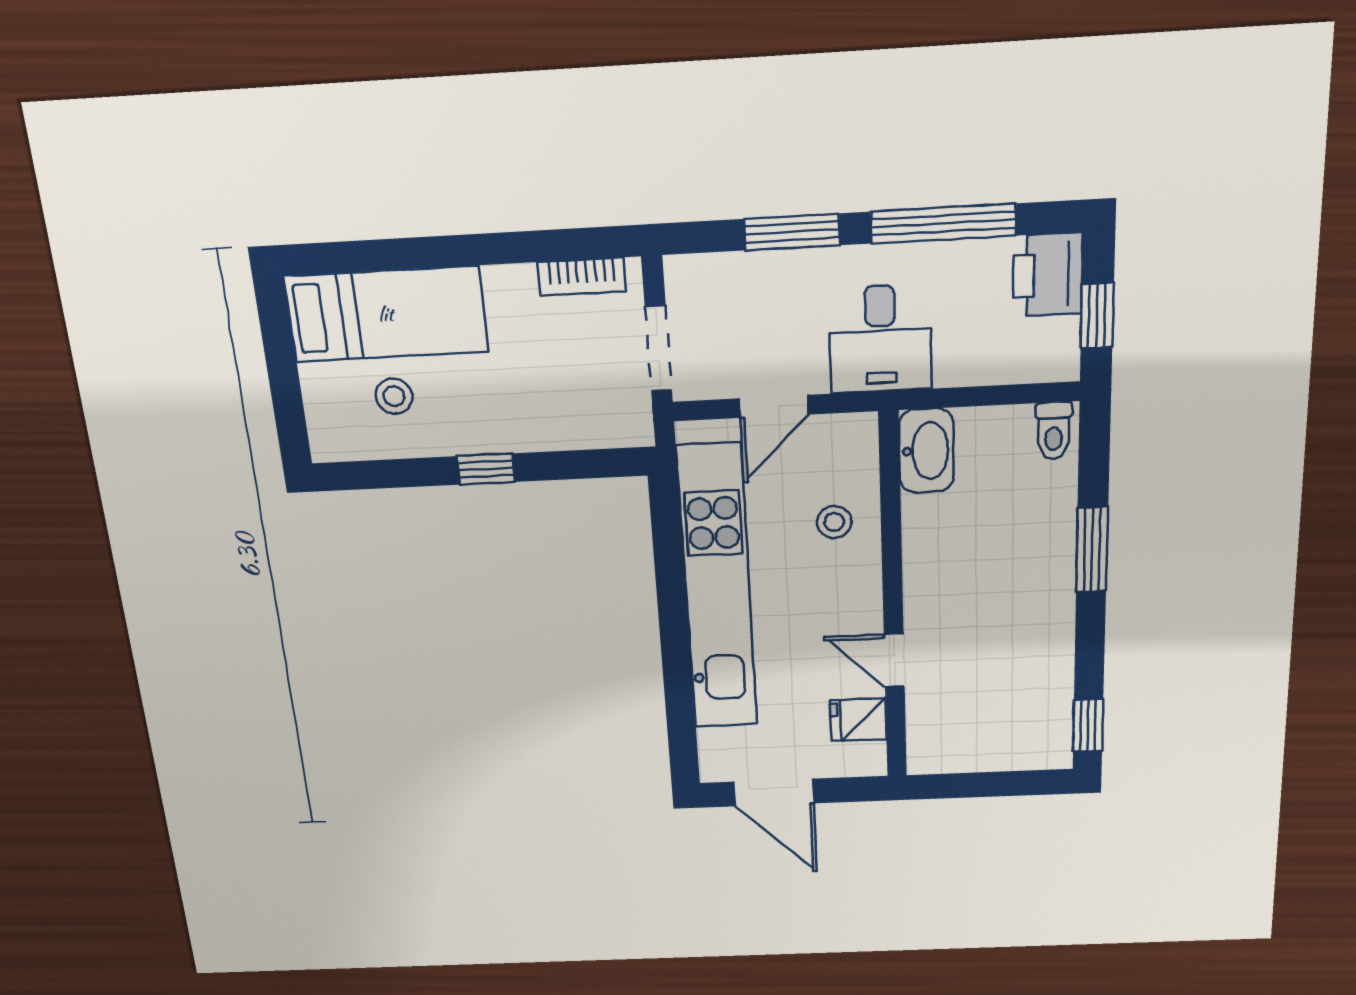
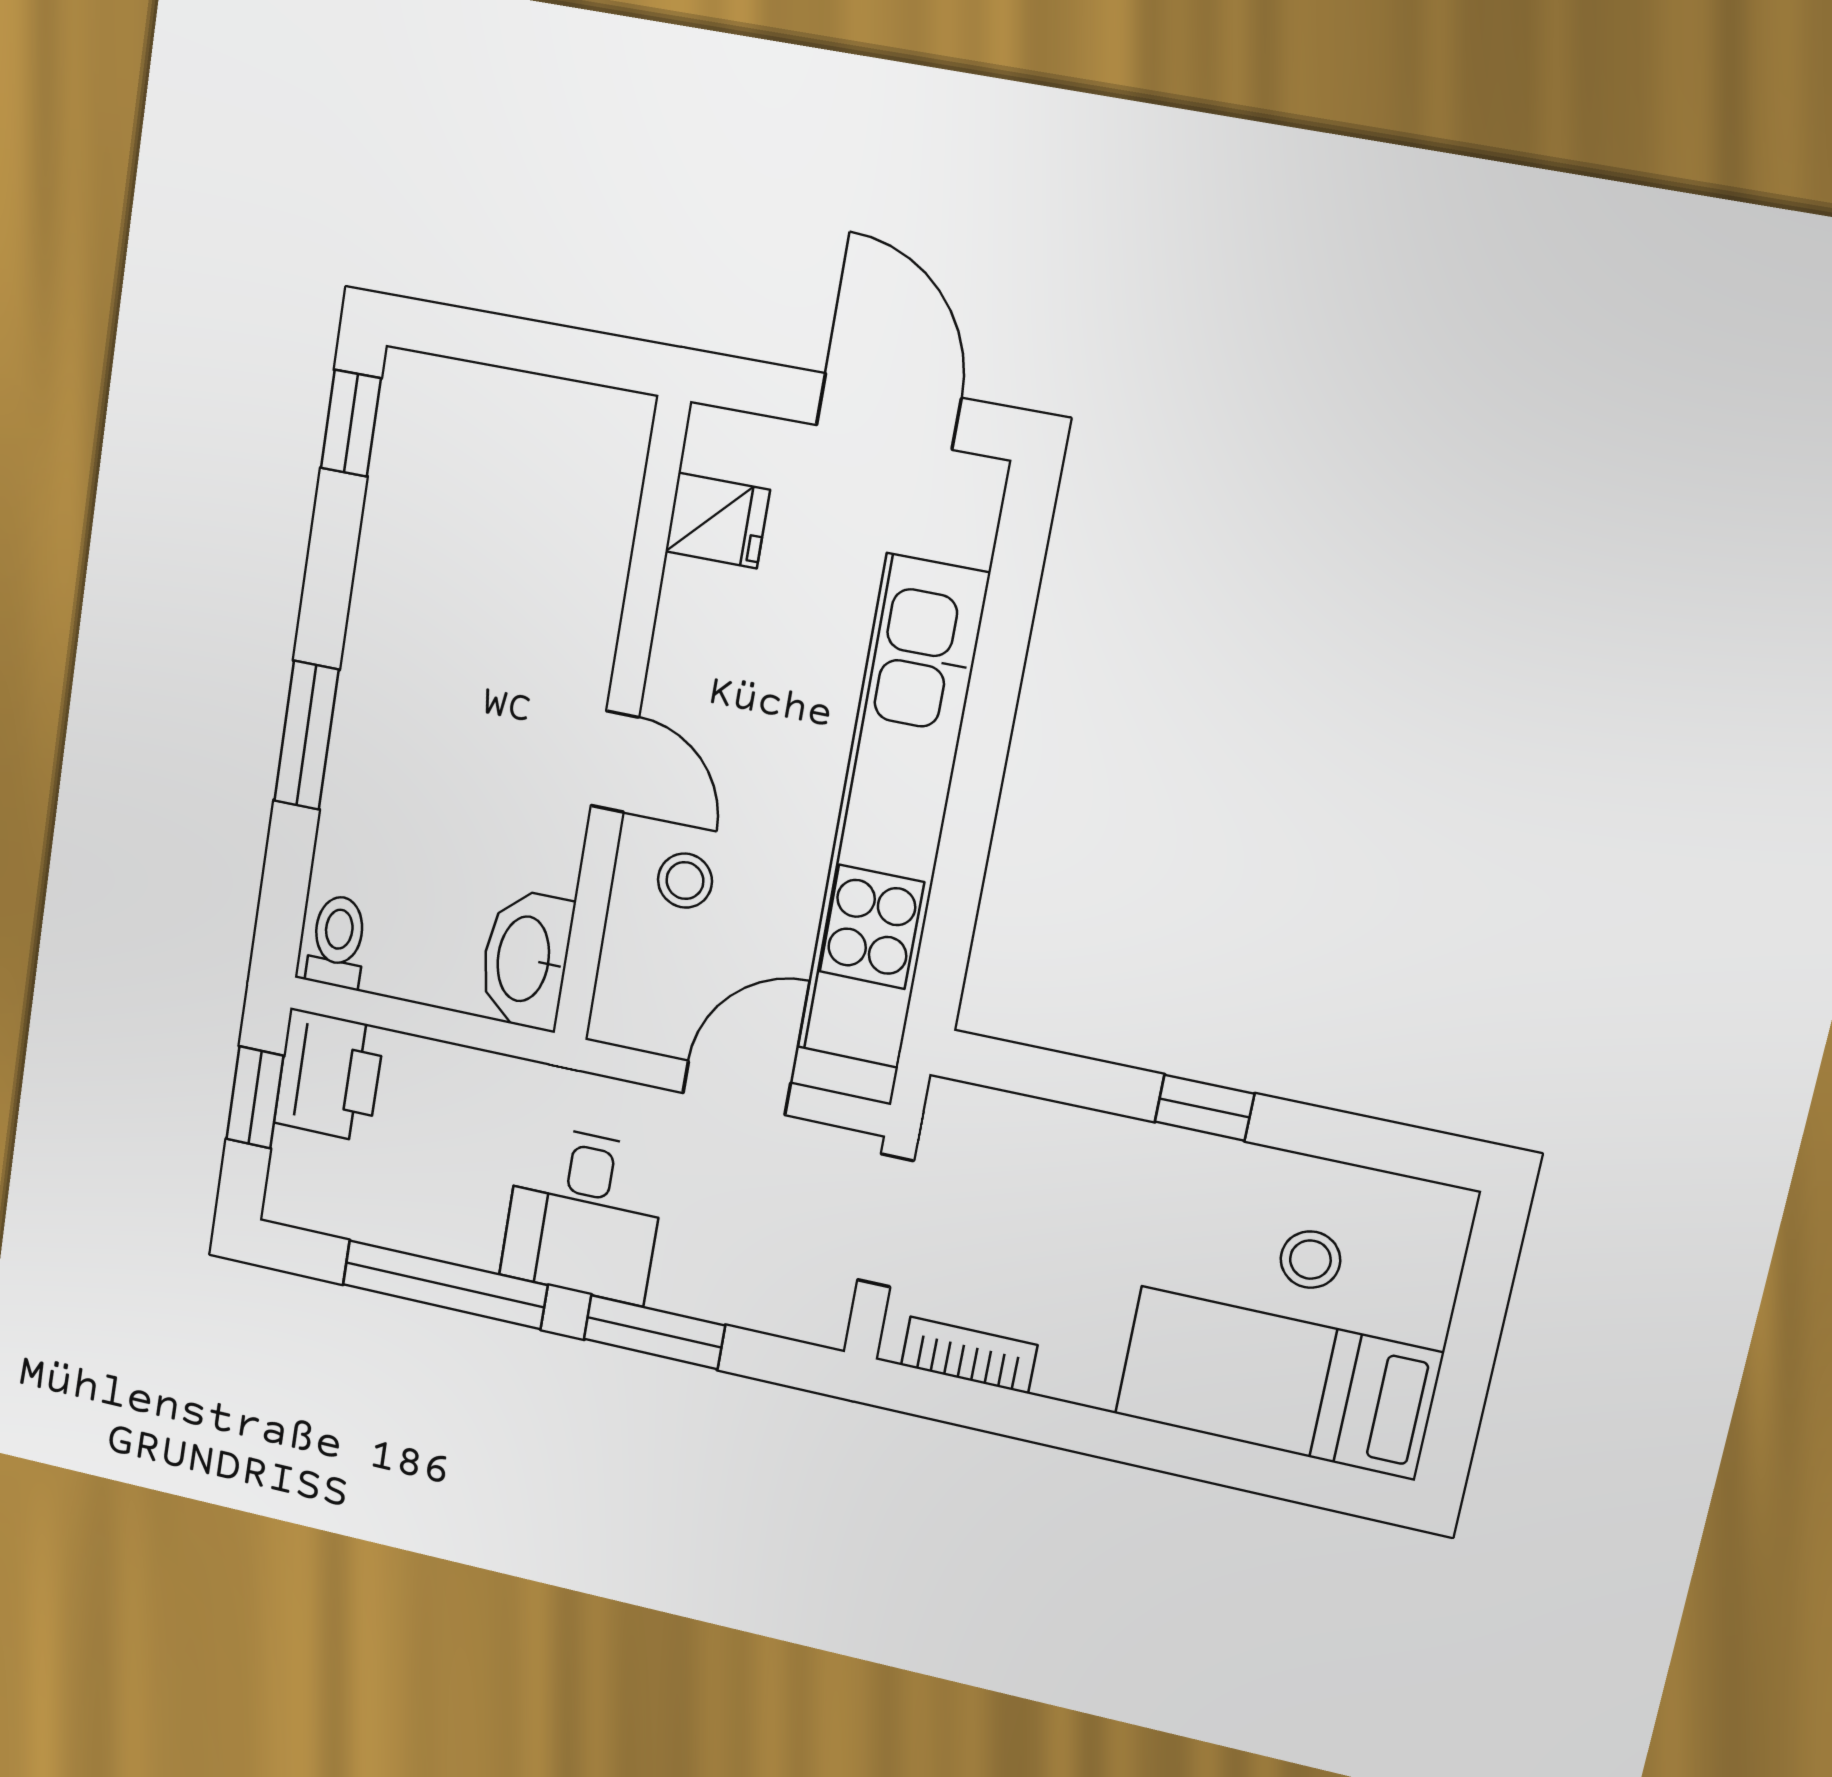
printer: (1048, 275) -> (329, 1076), moved
desk: (880, 339) -> (584, 1214), moved, turned 180
door: (894, 661) -> (615, 761), moved

